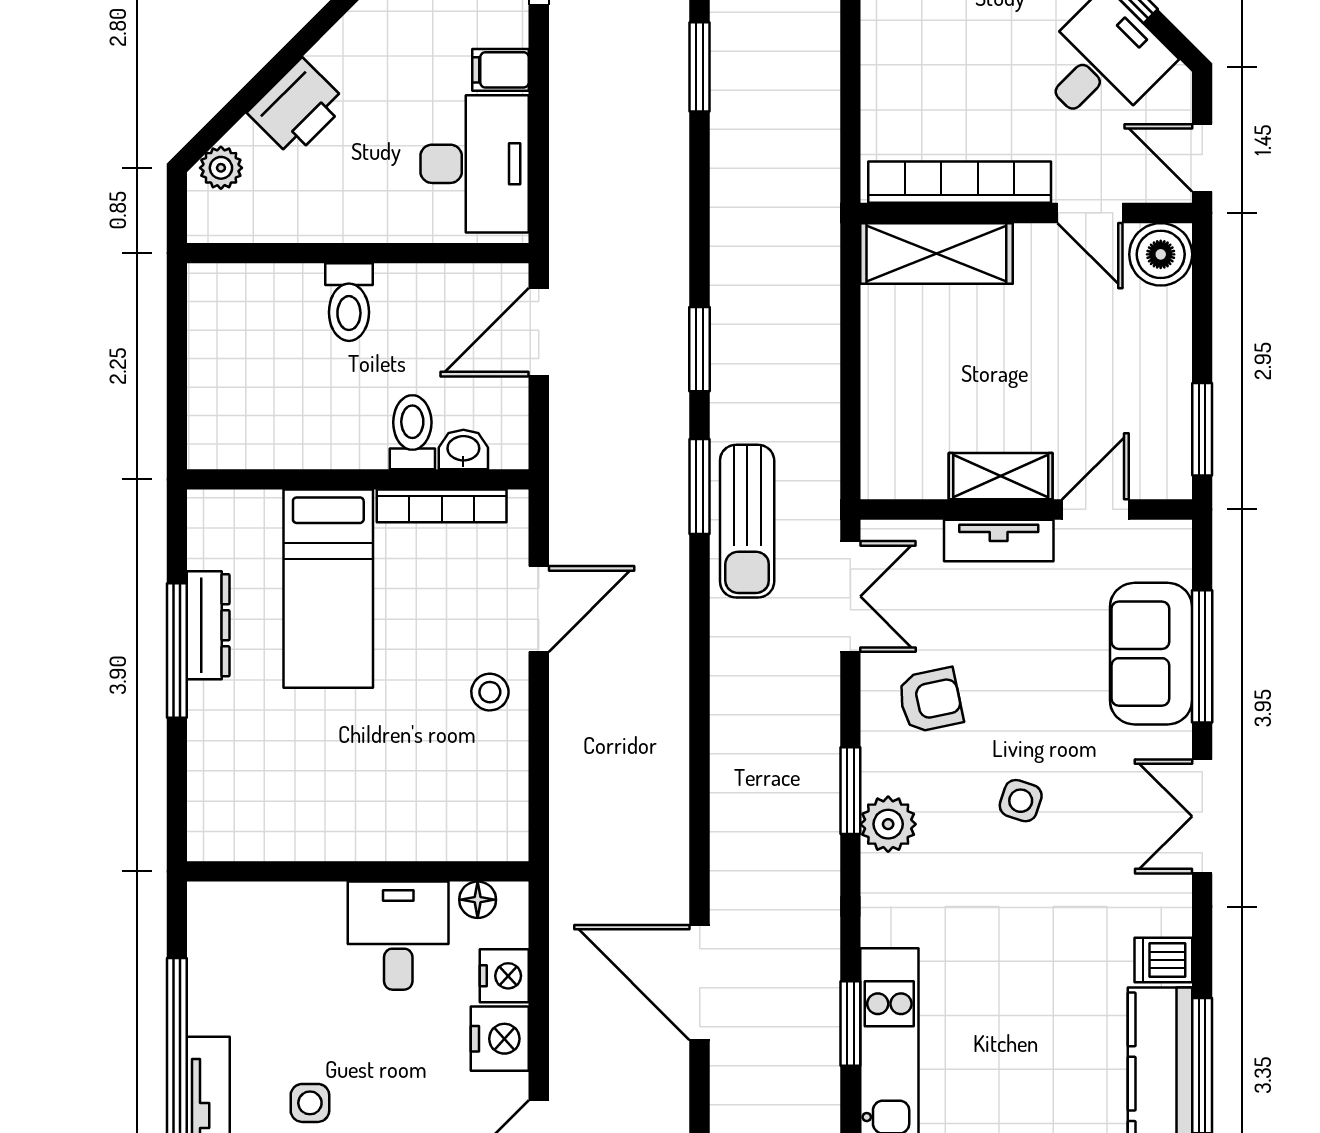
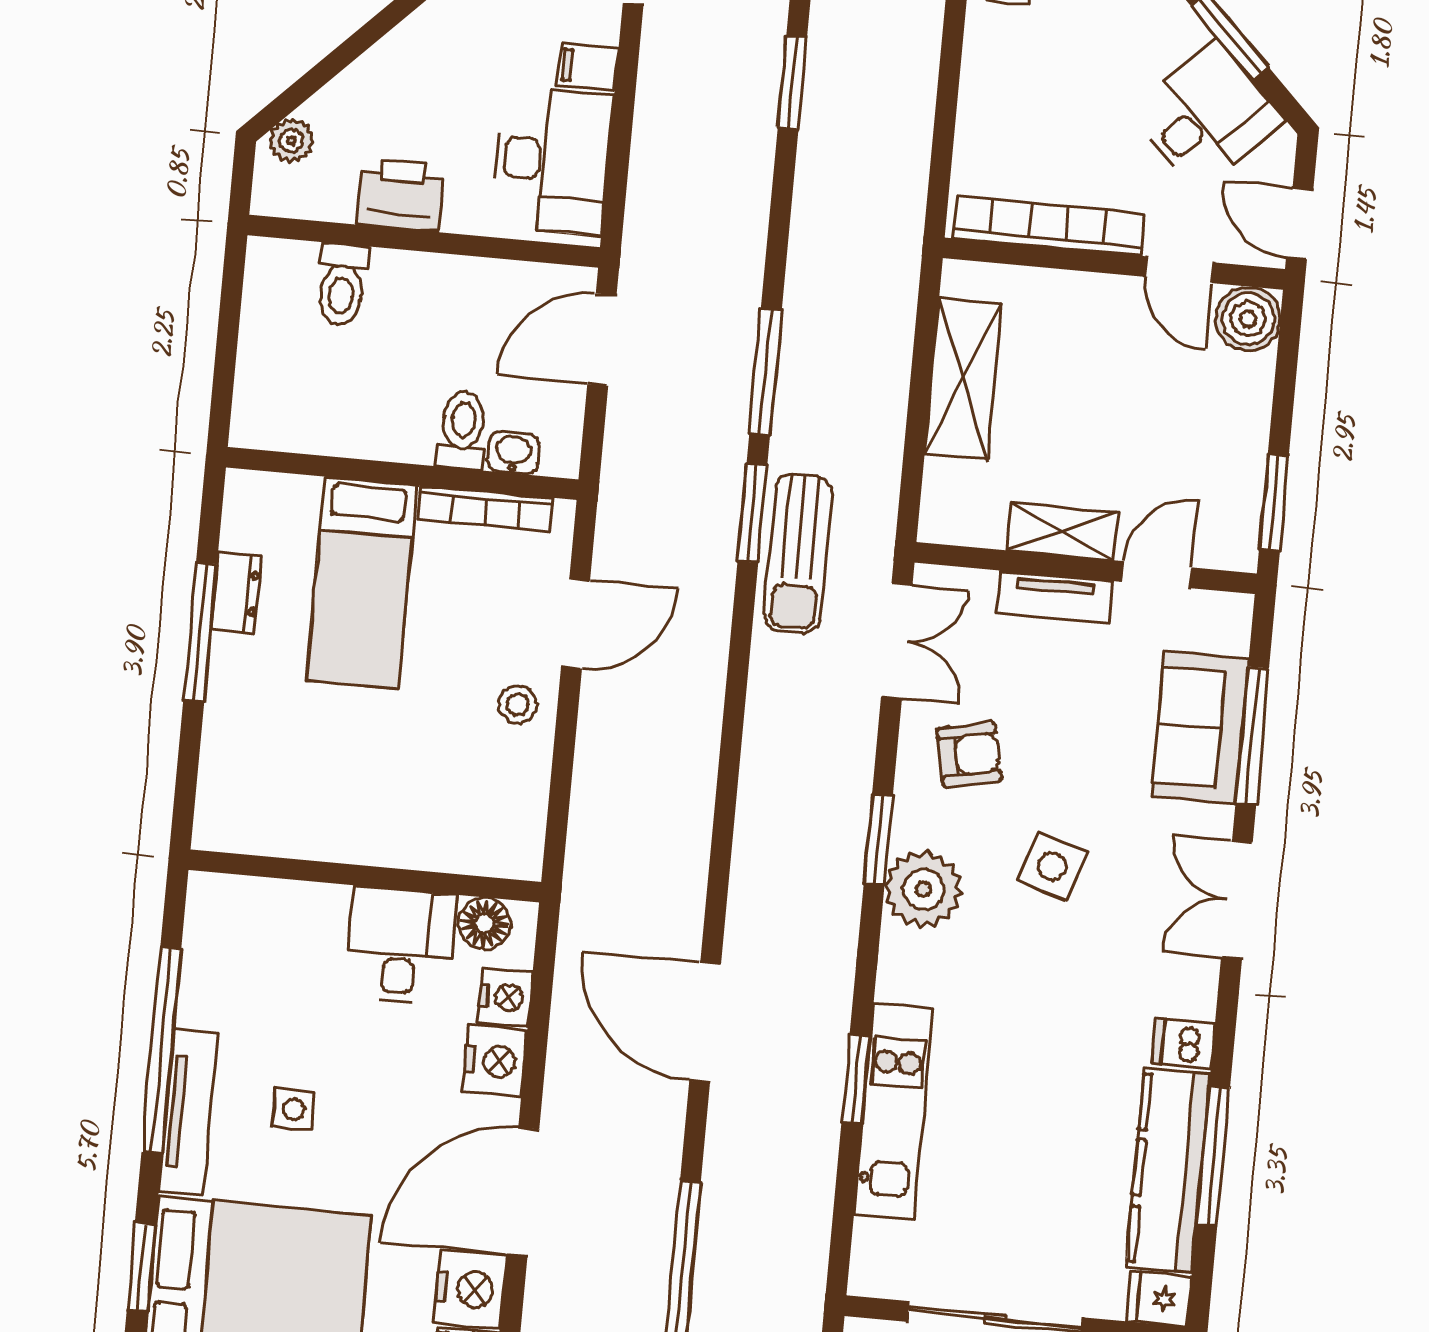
printer: (297, 108) -> (401, 195), moved, turned -135
shelving: (936, 253) -> (963, 379), moved, turned 90
toilet: (349, 302) -> (342, 284), moved
window: (700, 349) -> (765, 372), width x1.44
dresser: (208, 625) -> (236, 592), width x0.70
side table: (1021, 801) -> (1052, 866), width x1.37, depth x1.37
plant: (888, 824) -> (923, 889), width x1.36, depth x1.36
floor lamp: (478, 900) -> (485, 923), width x1.37, depth x1.37

